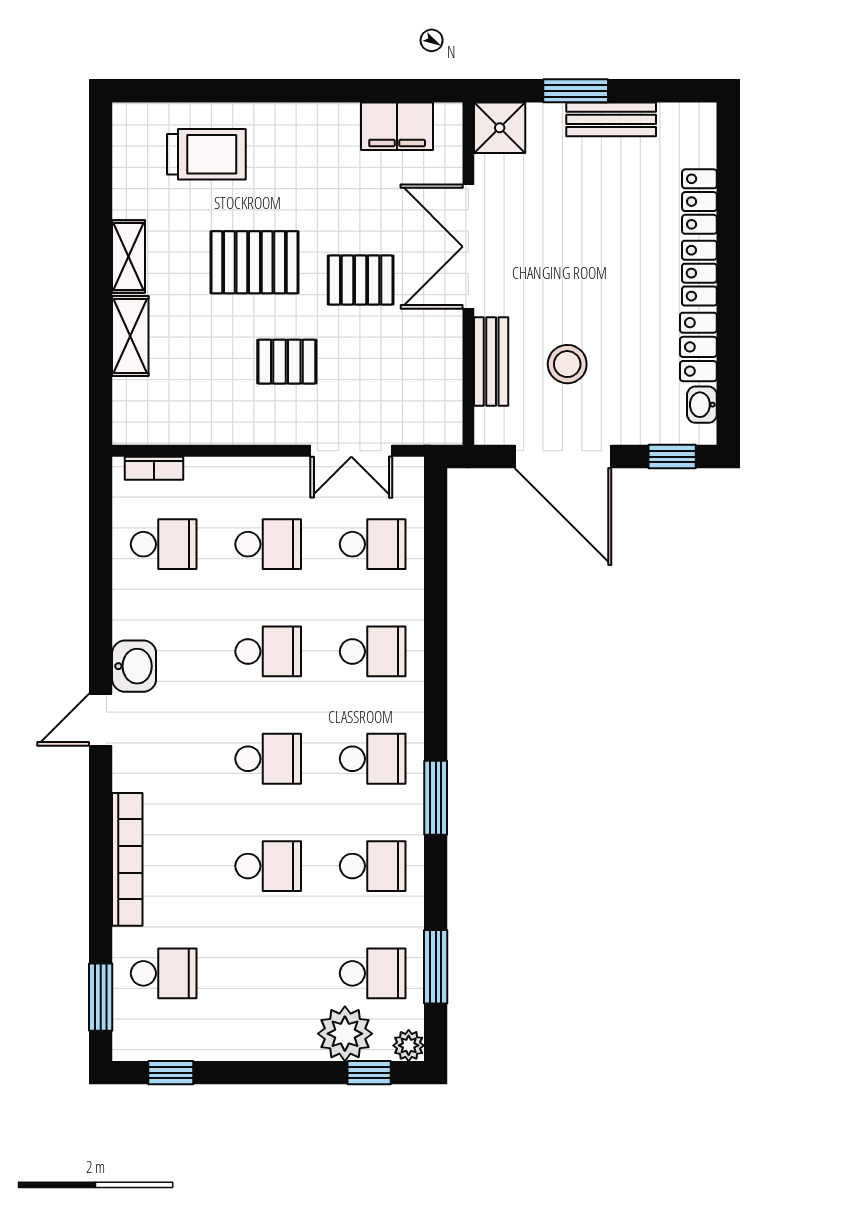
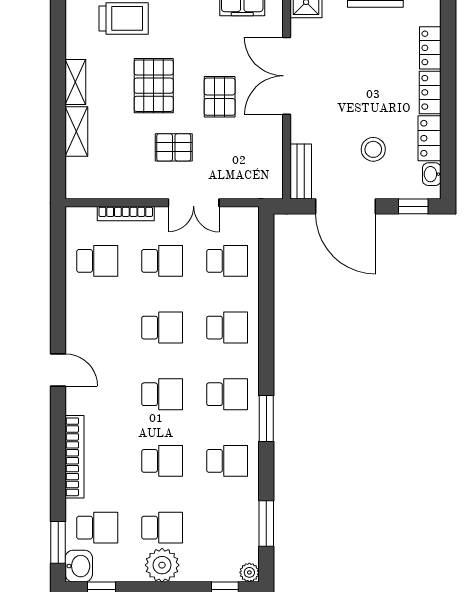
pallet: (255, 262) -> (154, 86), turned 90
pallet: (361, 280) -> (220, 97), turned 90
bench: (491, 361) -> (301, 172), moved
stool: (567, 364) -> (373, 149), moved
double door: (351, 451) -> (194, 203), moved
bookcase: (154, 468) -> (126, 214), moved, width x1.56
washbasin: (134, 666) -> (79, 566), moved
door: (101, 720) -> (58, 370), swing flipped
school desk: (373, 973) -> (162, 528), moved
plant: (345, 1034) -> (162, 565), moved

